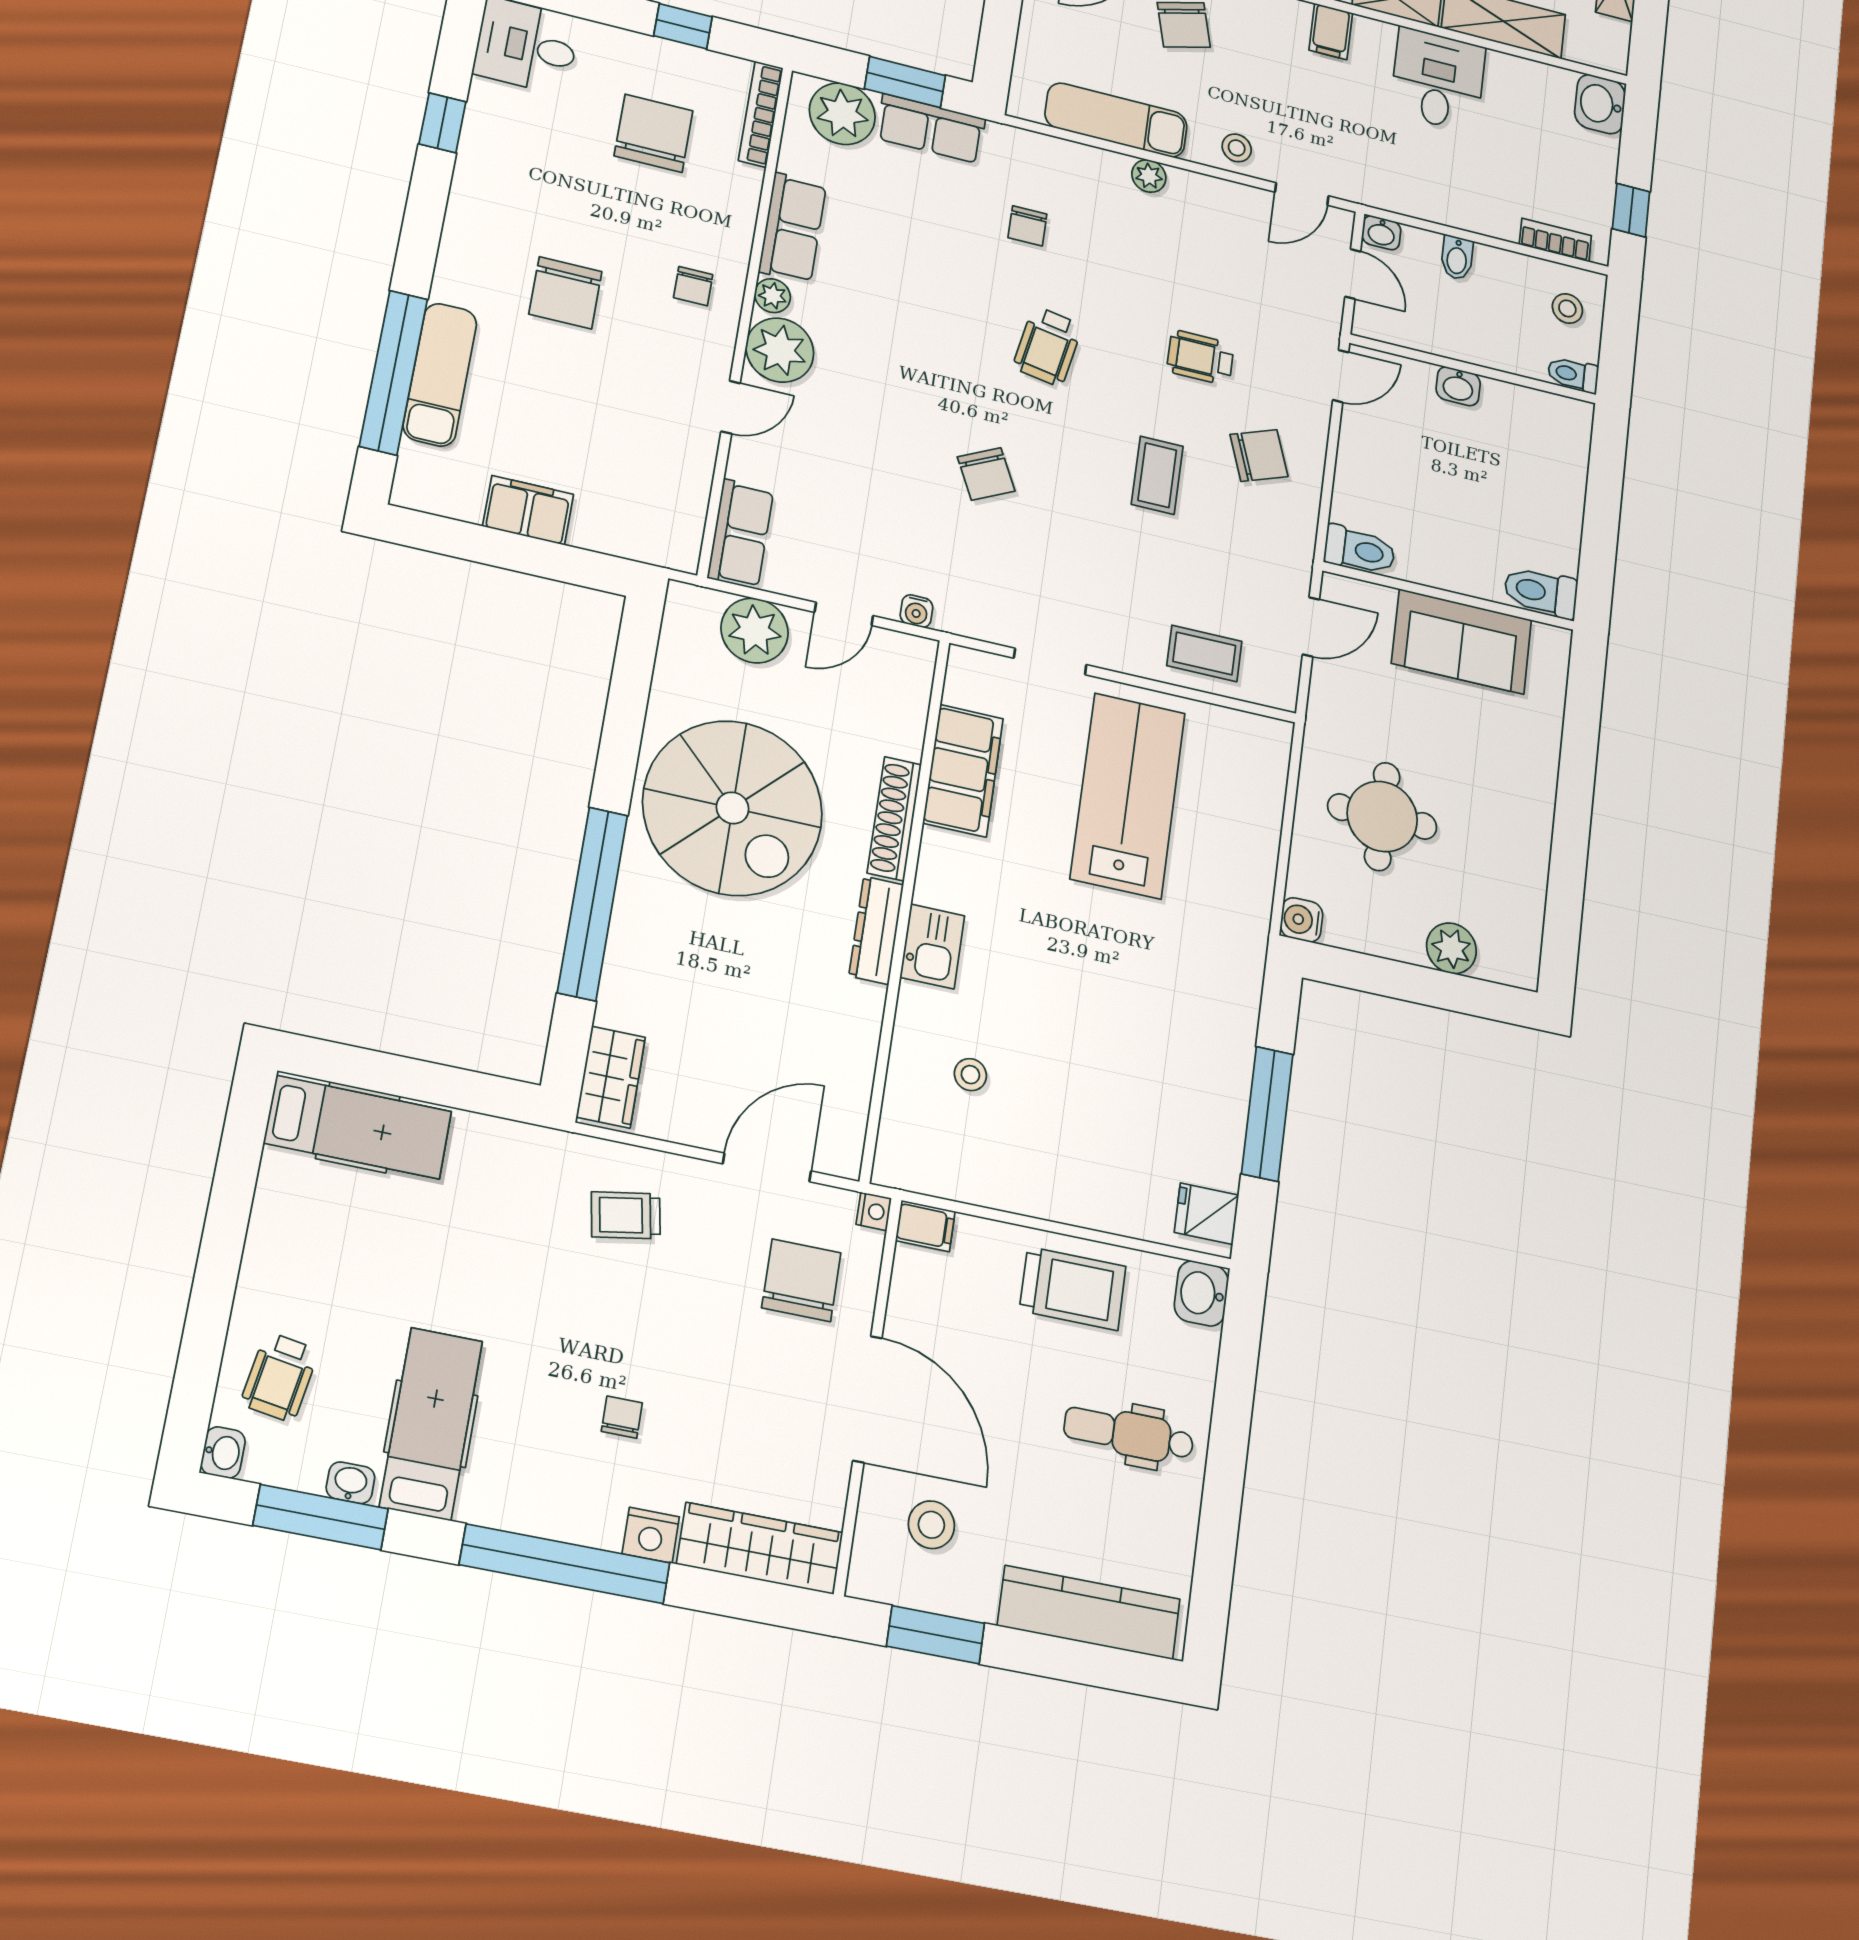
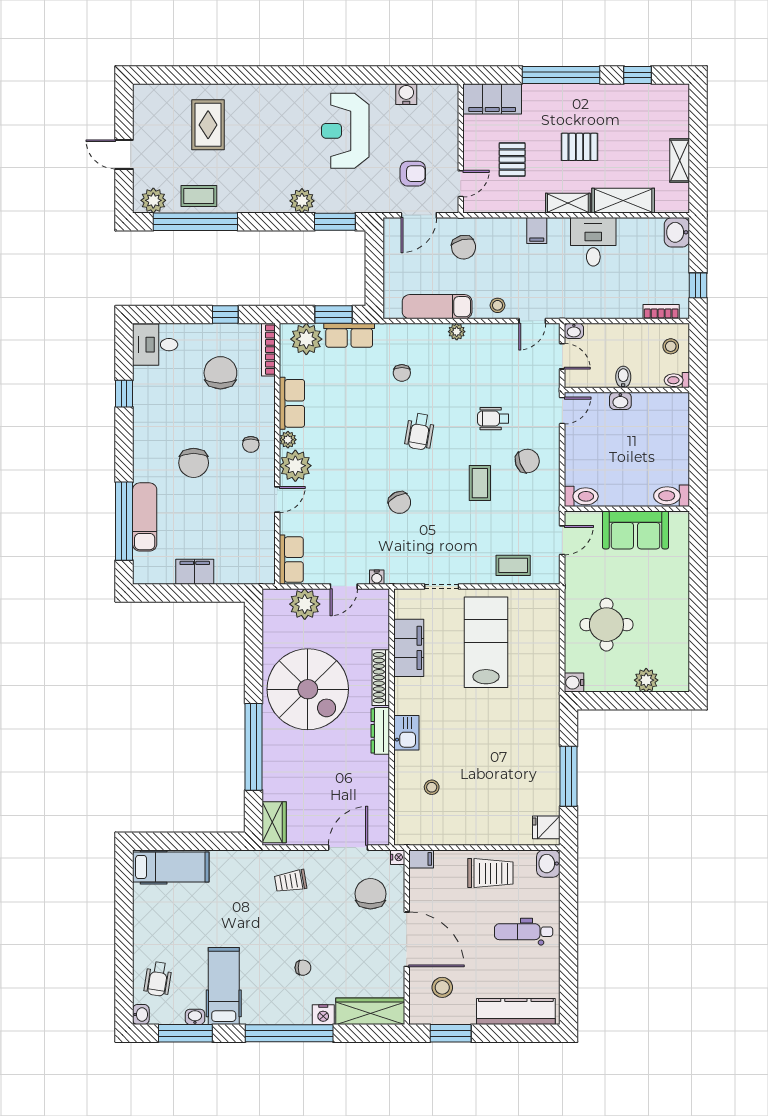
bidet: (1457, 258) -> (623, 377), moved, turned 180
chair: (622, 1417) -> (303, 968), turned 90

